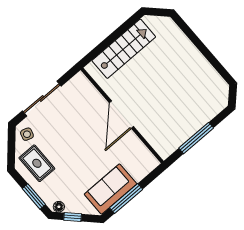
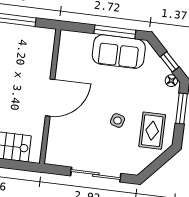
side table: (27, 134) -> (118, 120), moved

